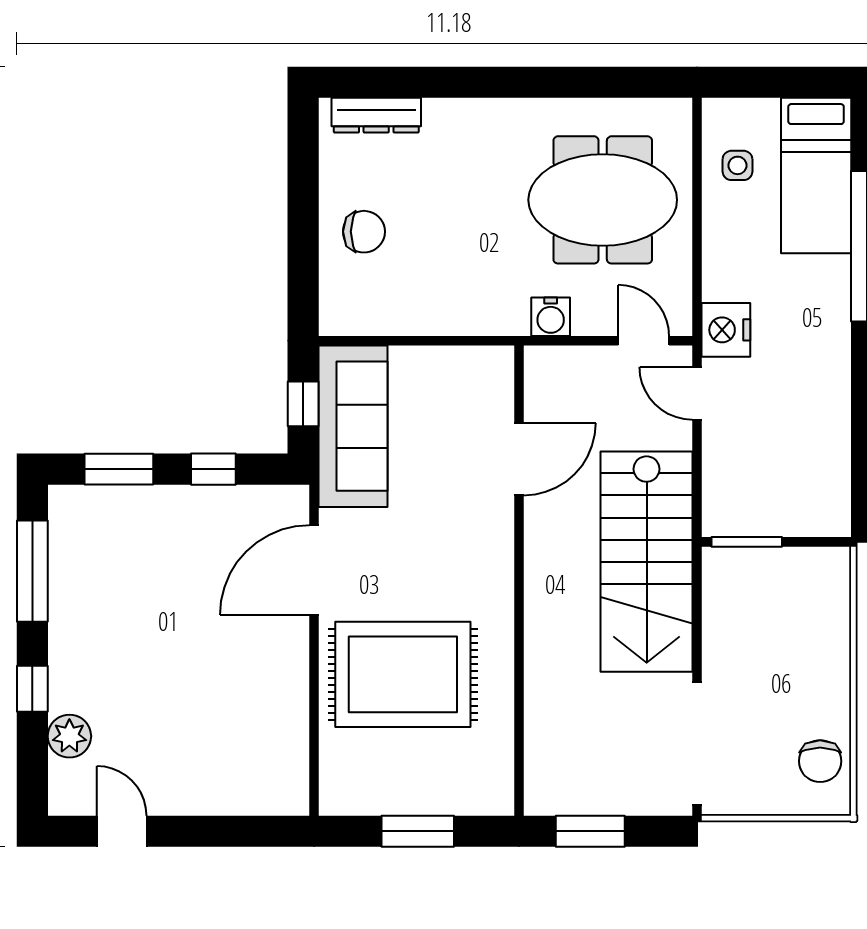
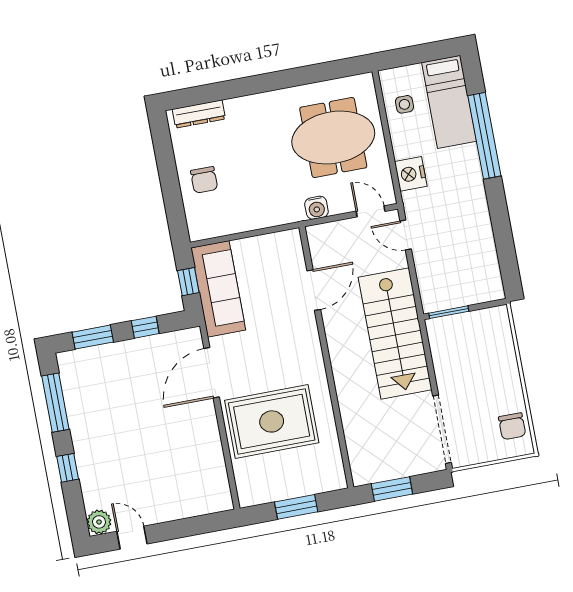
chair: (364, 232) -> (204, 180), turned 90
nightstand: (726, 330) -> (411, 174), moved
plant: (69, 736) -> (99, 522), moved

